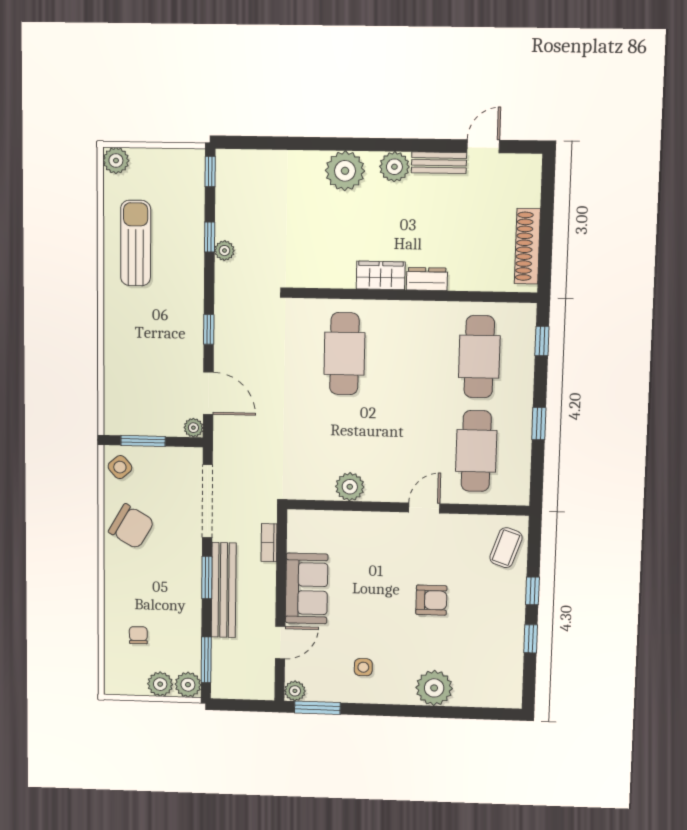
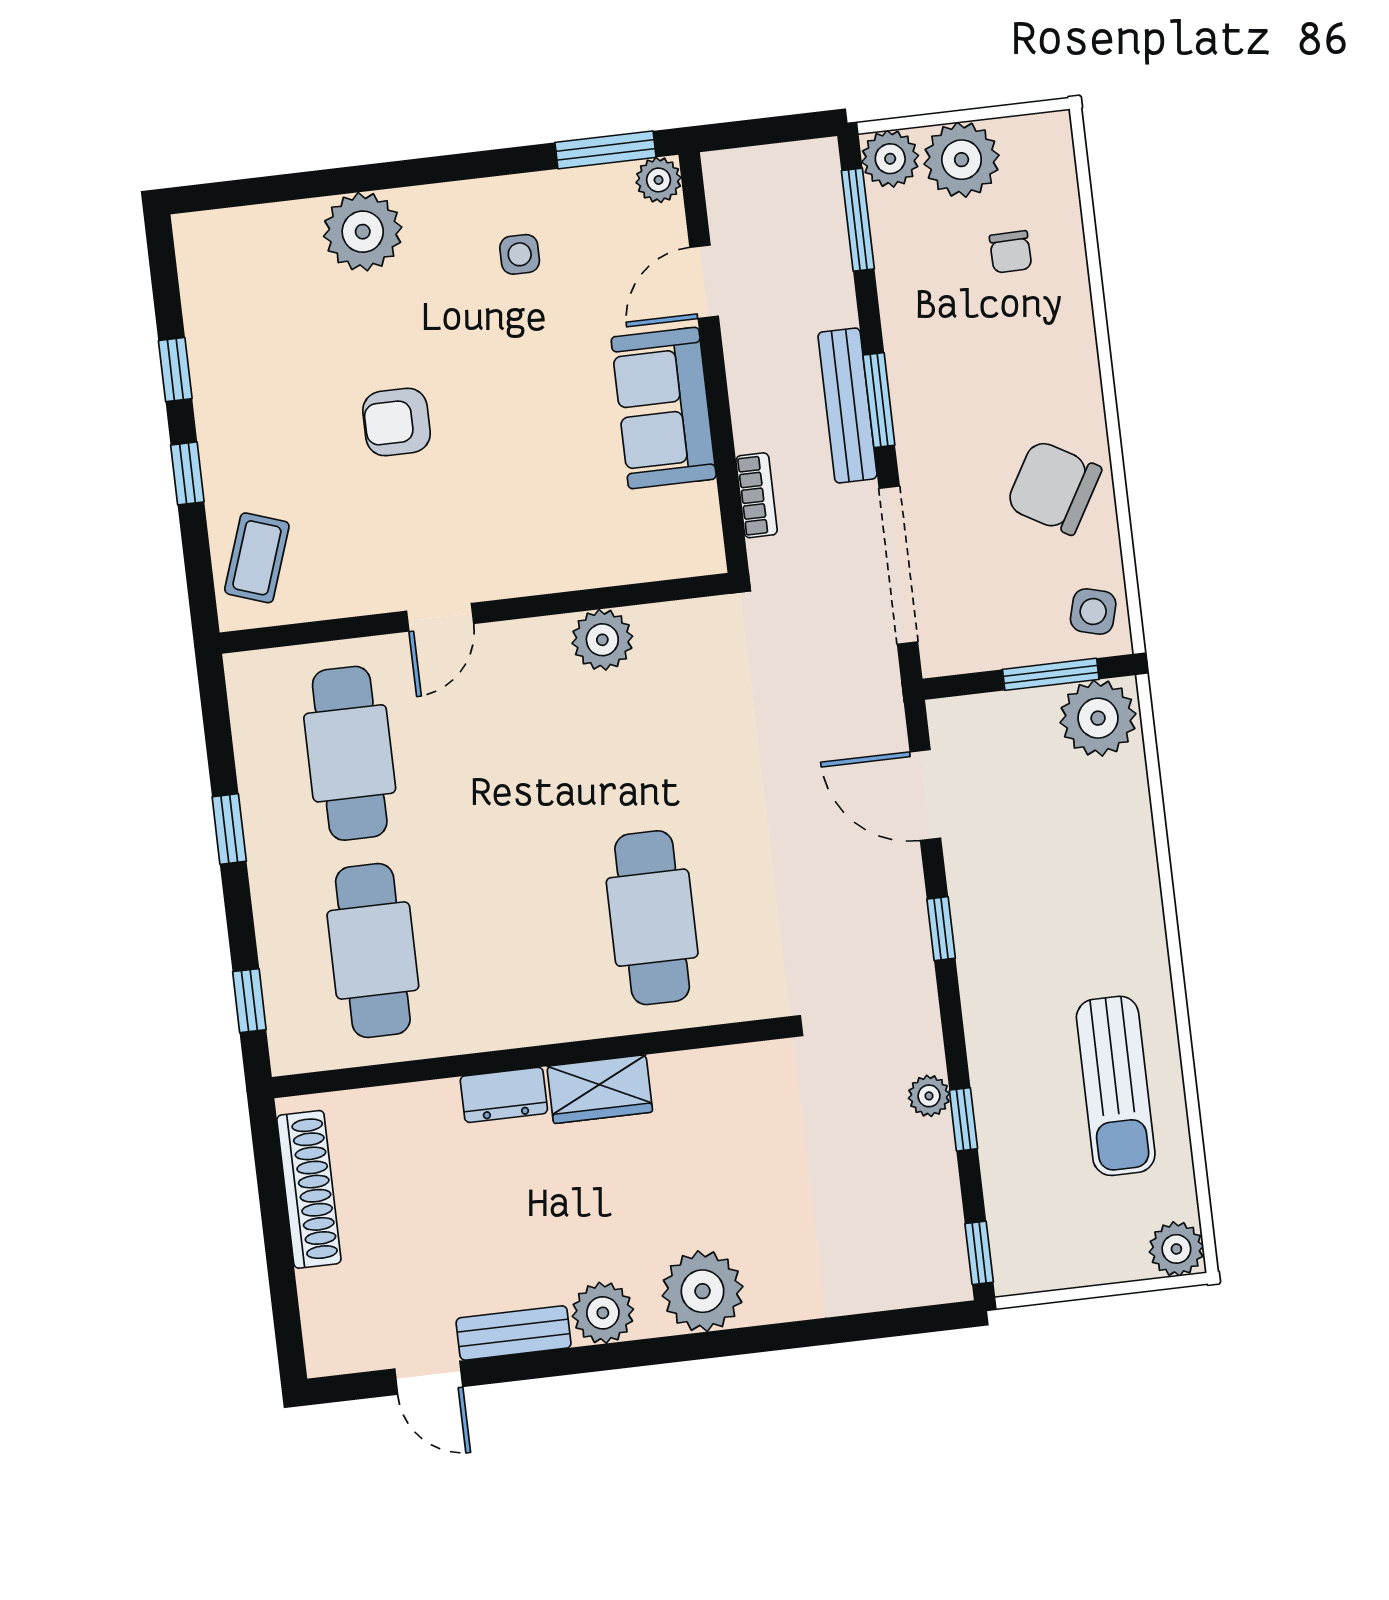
door: (483, 146) -> (429, 1378), hinge flipped
plant: (193, 428) -> (1098, 718), moved, width x1.87, depth x1.87
side table: (120, 467) -> (1093, 611), turned -34
bench: (224, 590) -> (847, 405), width x0.73, depth x0.82
plant: (160, 684) -> (962, 160), width x1.36, depth x1.36

